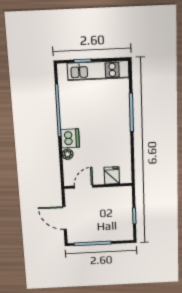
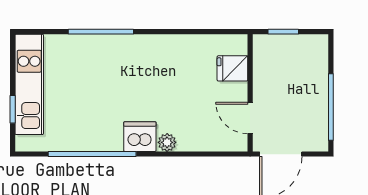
fridge: (112, 175) -> (232, 68), moved
wall: (98, 186) -> (250, 93), moved
door: (84, 187) -> (250, 118), moved

